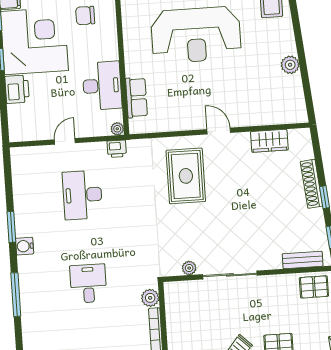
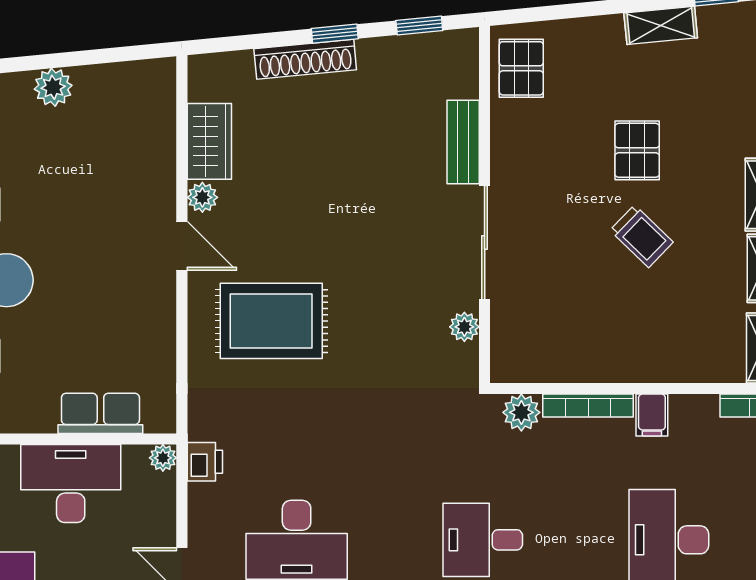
door: (219, 131) -> (182, 246), swing flipped
plant: (242, 139) -> (202, 197), added
bench: (303, 260) -> (463, 142), moved

